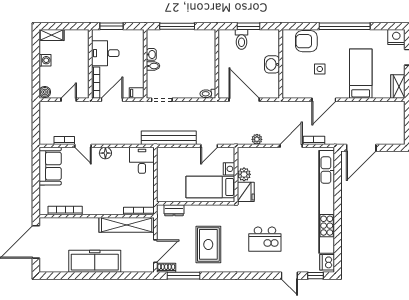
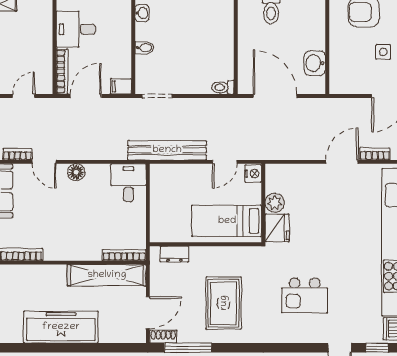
washbasin: (151, 54) -> (142, 13), moved
washbasin: (272, 64) -> (315, 63), moved
plant: (257, 139) -> (293, 153), removed
nightstand: (229, 169) -> (253, 174), moved

